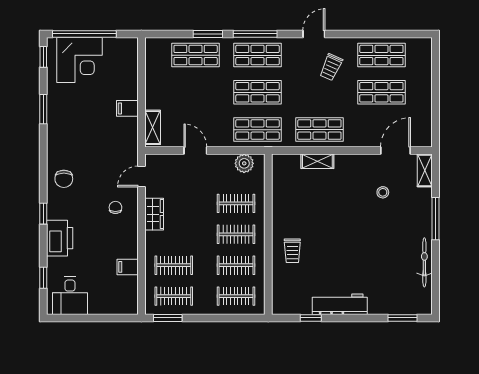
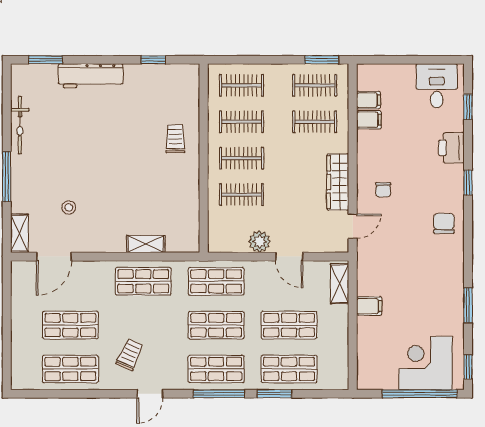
shop shelf: (196, 92) -> (289, 325), added
plant: (244, 163) -> (260, 242), moved
wardrobe: (154, 214) -> (338, 182), width x1.50
printer: (60, 238) -> (451, 148), width x0.73, depth x0.84
filing cabinet: (128, 284) -> (369, 100), added
workbench: (340, 304) -> (91, 76), moved

